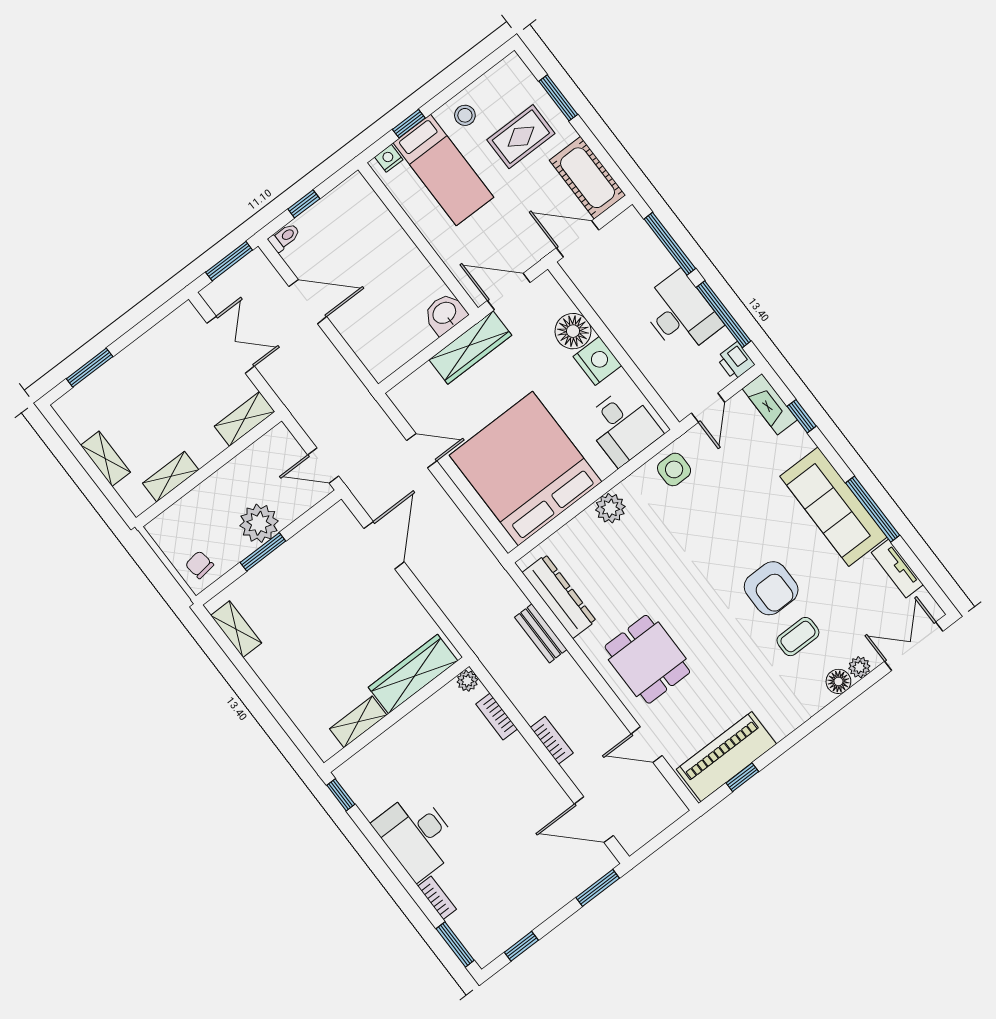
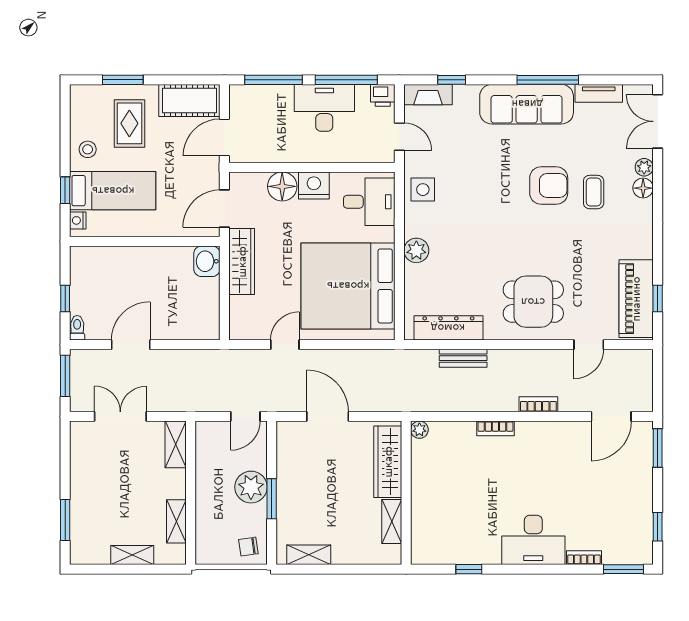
wardrobe: (413, 674) -> (388, 462), moved
plant: (467, 681) -> (419, 430), moved
wall: (397, 715) -> (406, 493), moved
shelving: (358, 722) -> (392, 521), moved

